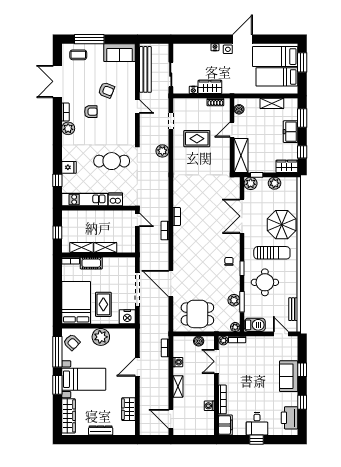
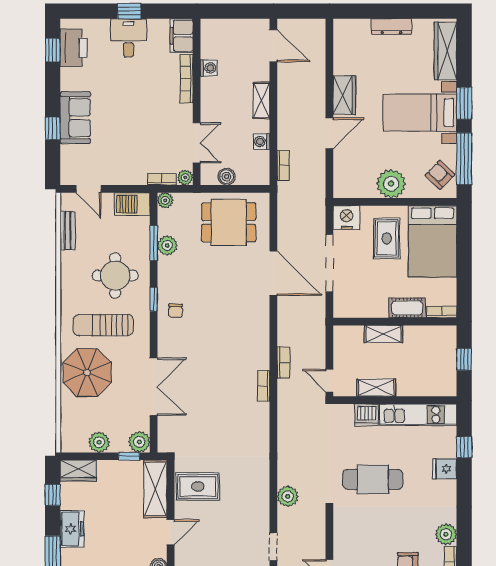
rug: (197, 139) -> (198, 486), moved
shelving: (82, 248) -> (376, 388), moved
window: (302, 402) -> (53, 50), moved
wardrobe: (129, 409) -> (344, 95), moved

